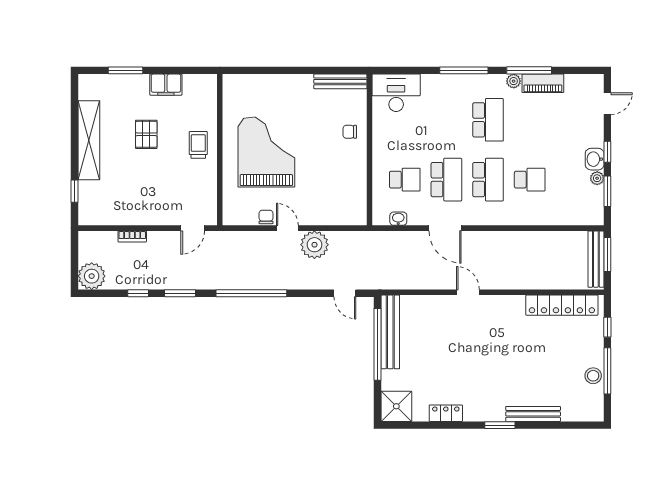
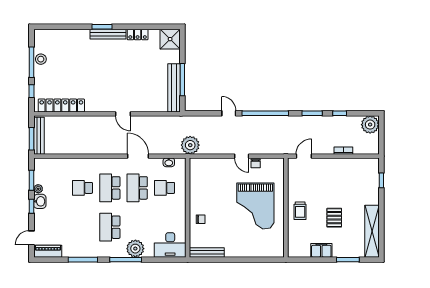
plant: (514, 81) -> (135, 249), moved, width x1.87, depth x1.87
piano: (543, 83) -> (48, 251), moved
shelving: (89, 140) -> (372, 231), moved
plant: (314, 245) -> (190, 145), moved
door: (345, 293) -> (229, 113), moved
window: (378, 344) -> (182, 80), width x0.68
bench: (533, 414) -> (108, 34), moved

